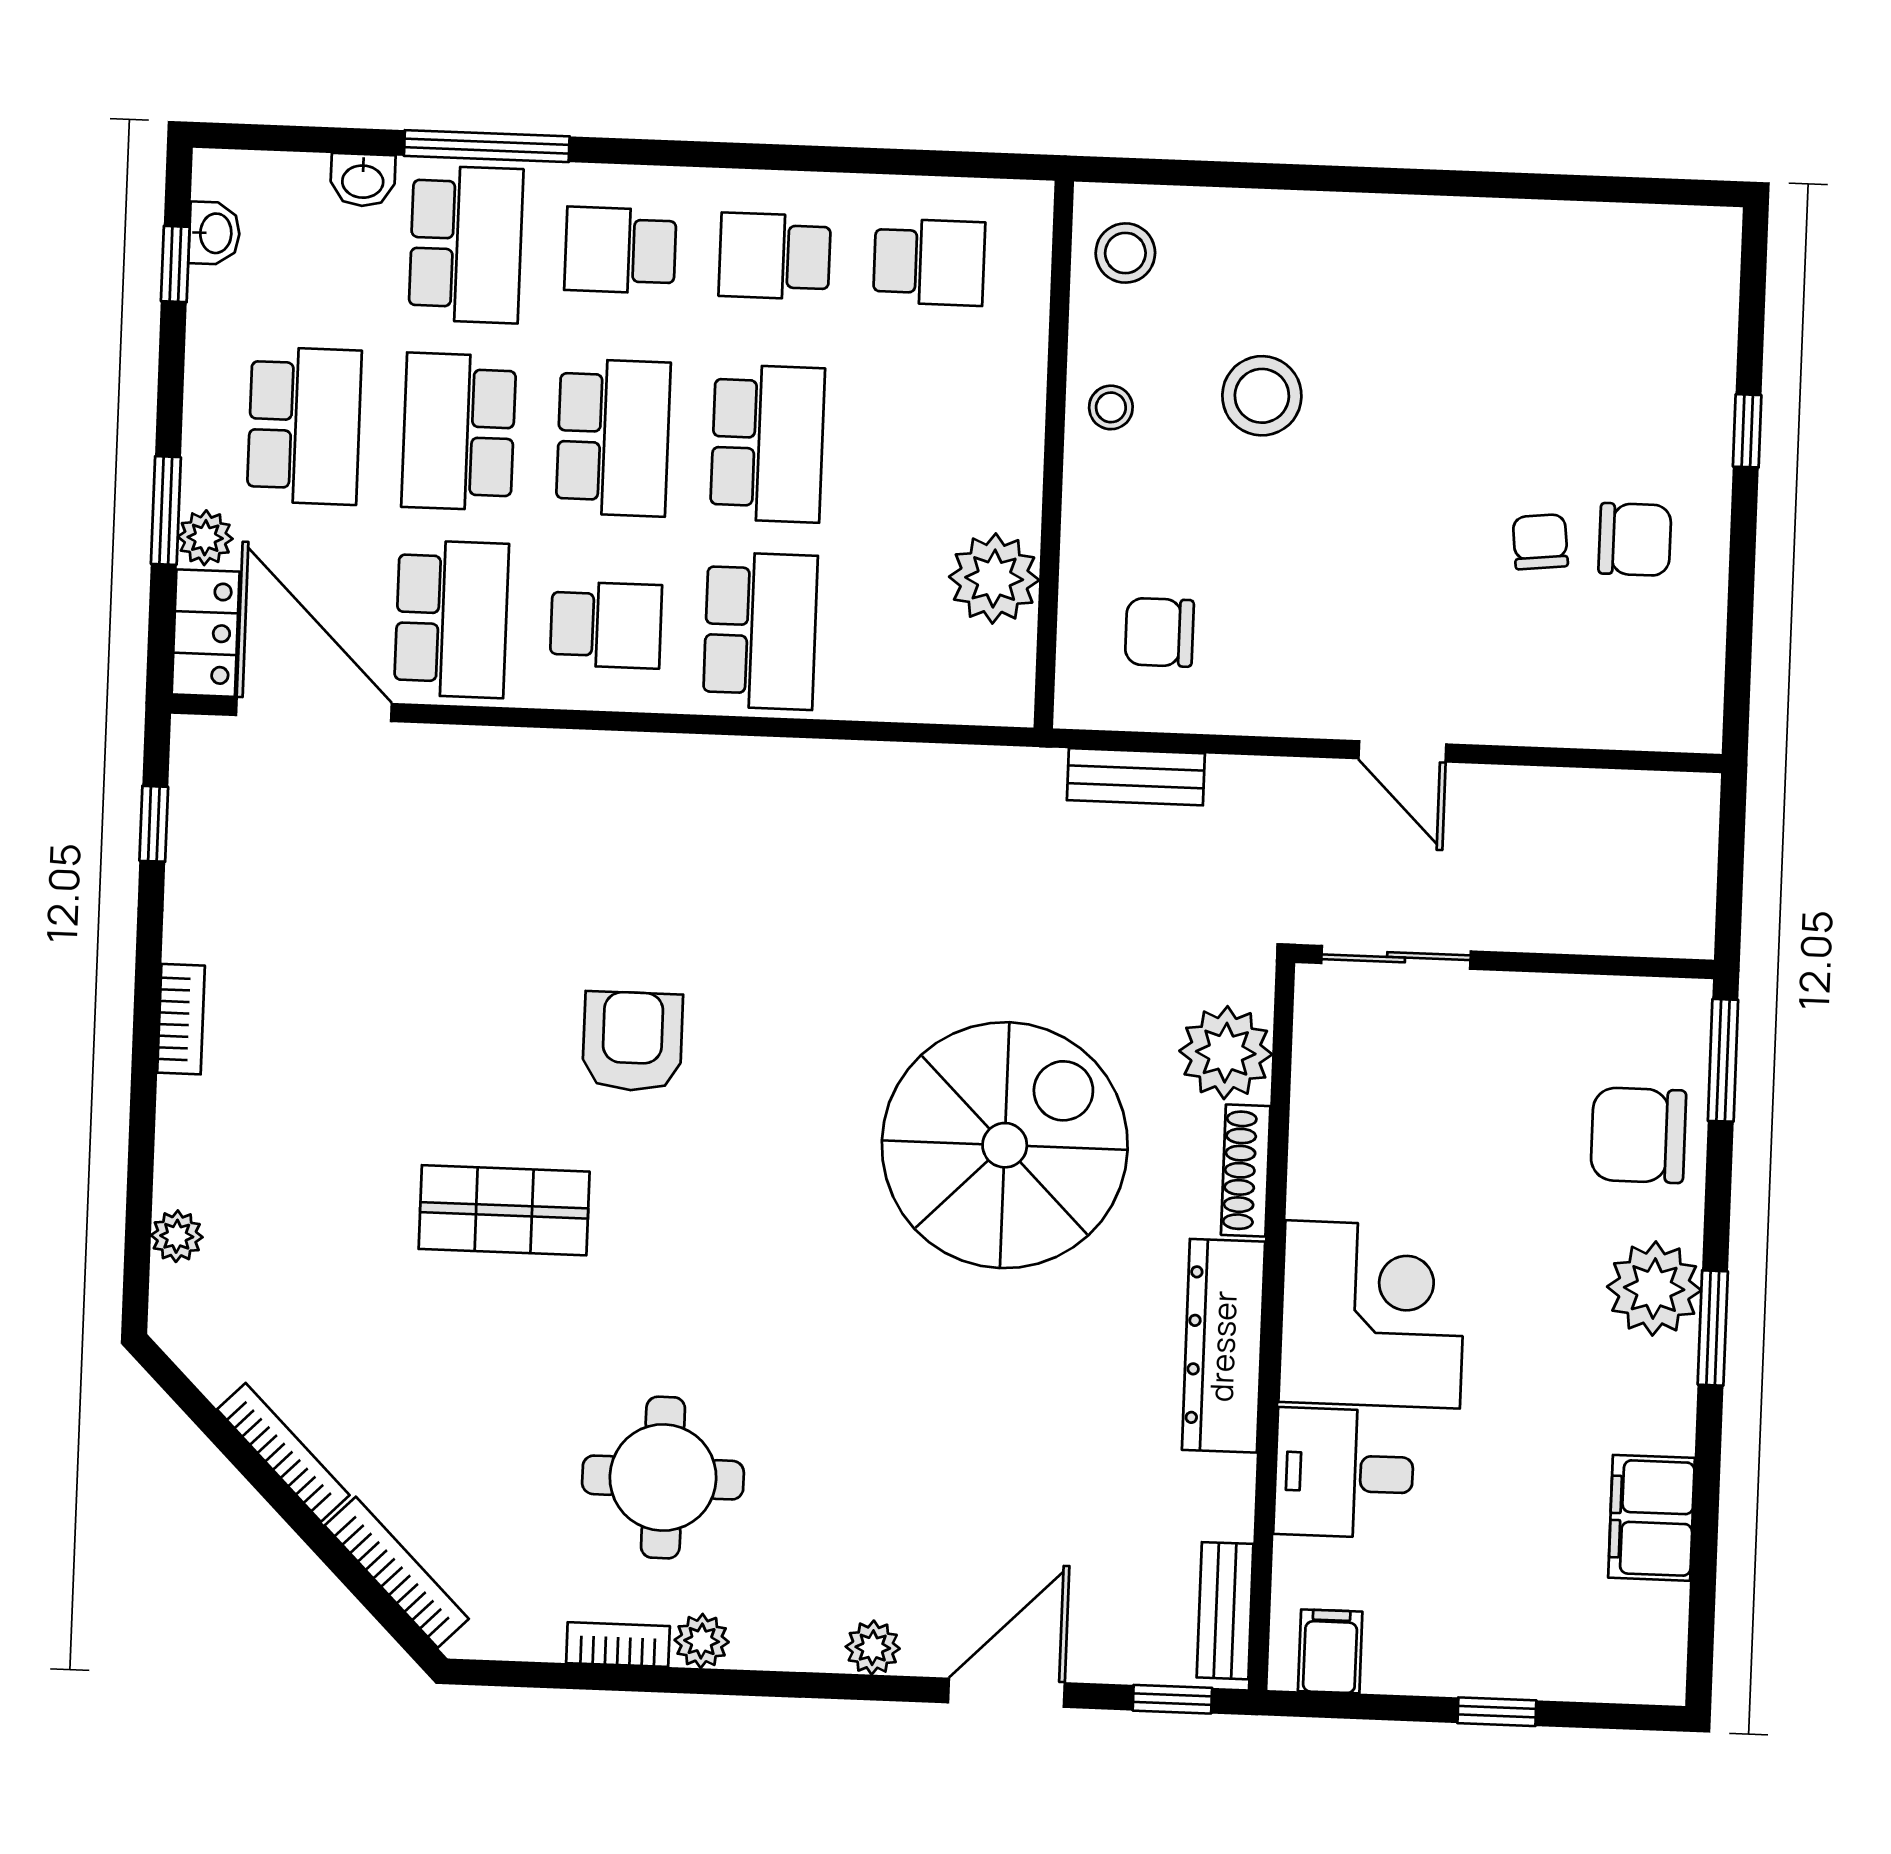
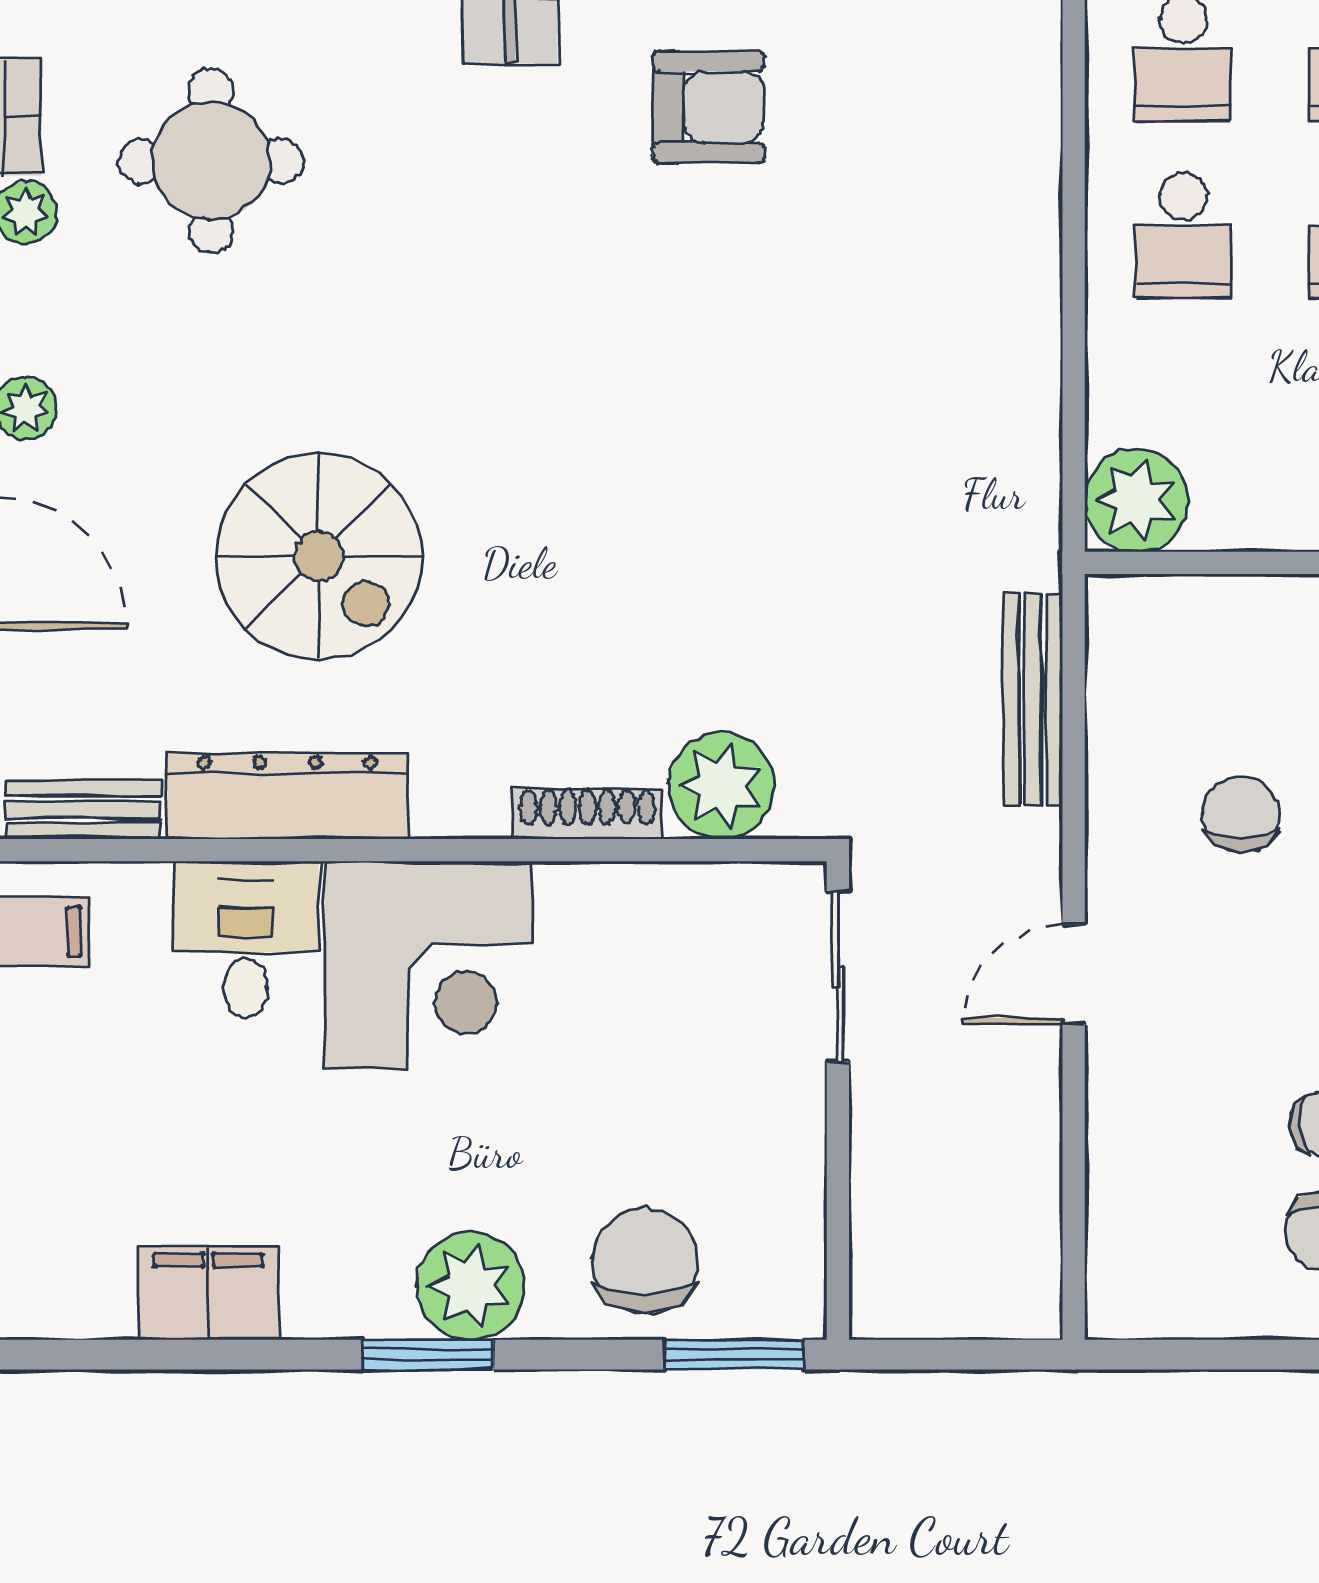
plant: (994, 578) -> (1136, 500), moved
school desk: (760, 631) -> (1183, 235), width x0.54
chair: (1159, 632) -> (1241, 814), moved
bench: (1136, 777) -> (1033, 699), width x1.36
spiral stairs: (1005, 1145) -> (319, 556), moved, width x0.73, depth x0.73
dresser: (1223, 1346) -> (288, 796), moved

